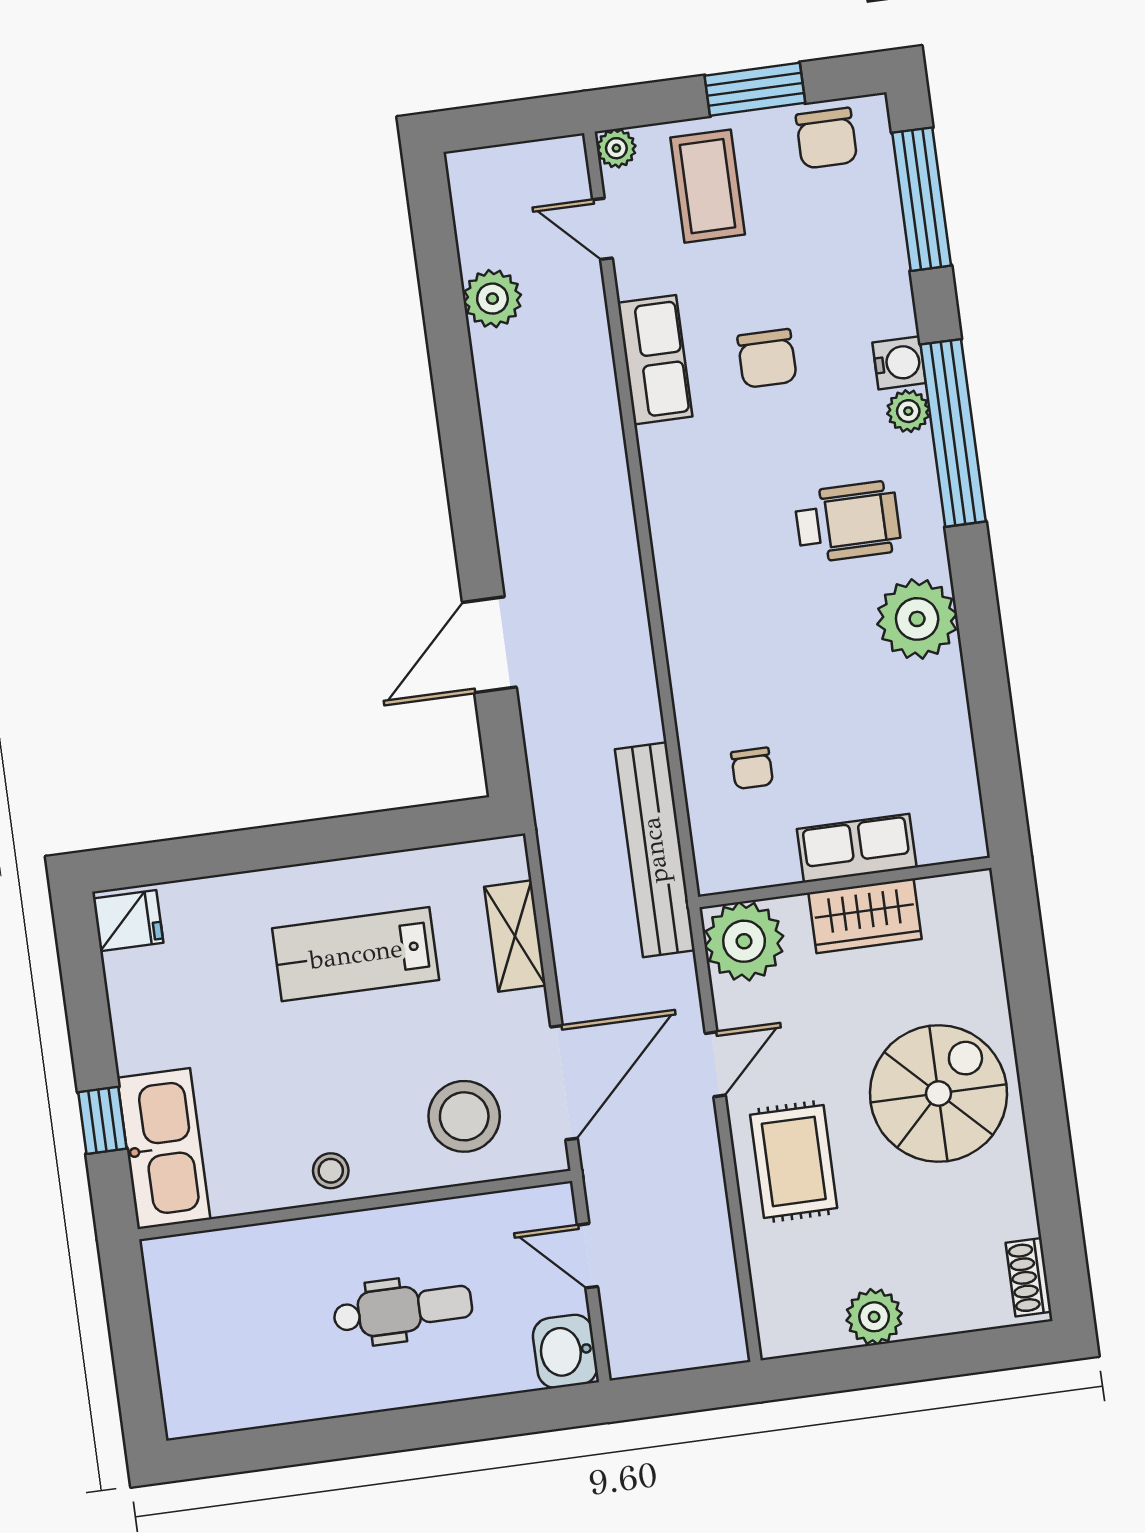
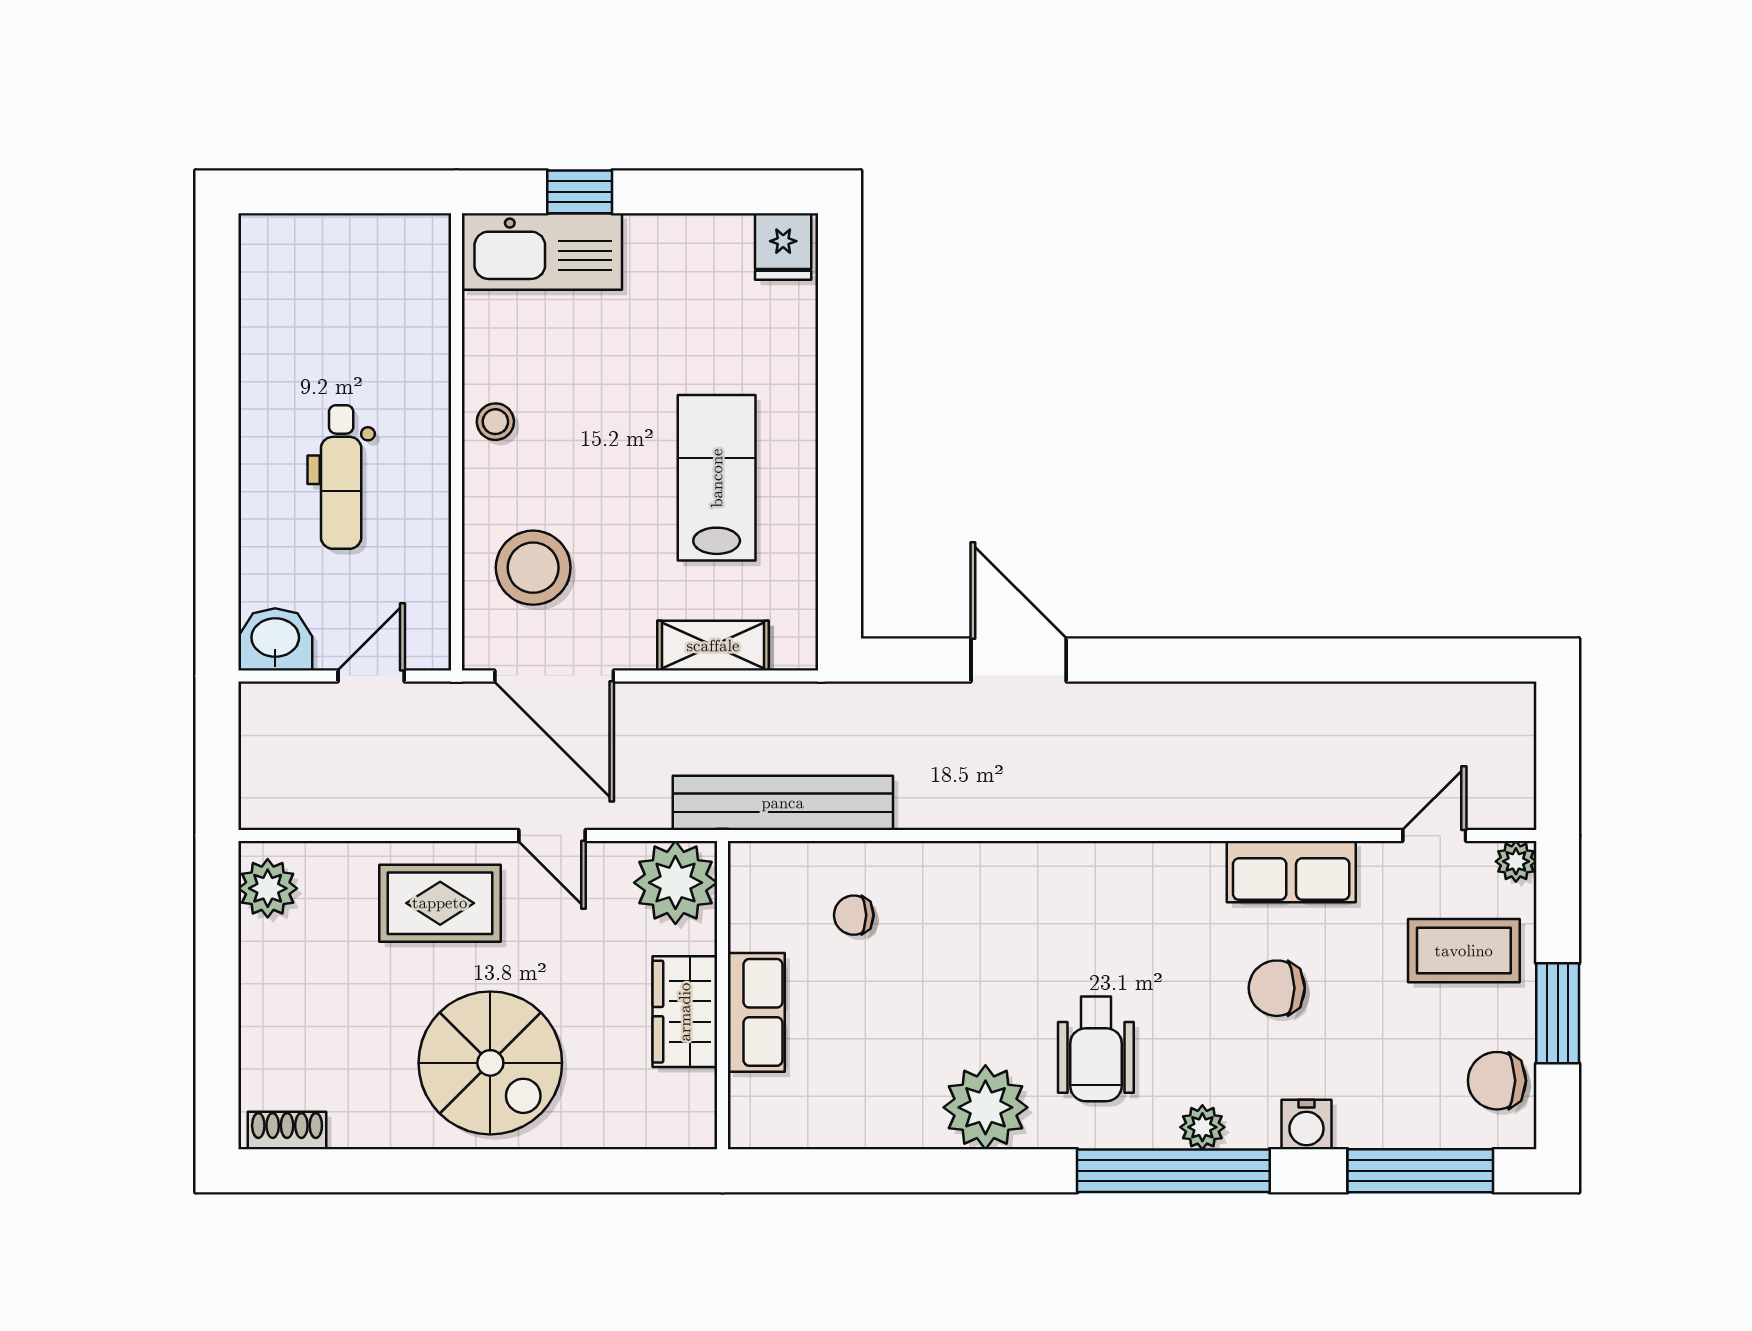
plant: (492, 299) -> (1377, 712), removed
water cooler: (899, 363) -> (1306, 1125), moved
plant: (874, 1317) -> (268, 888), moved

